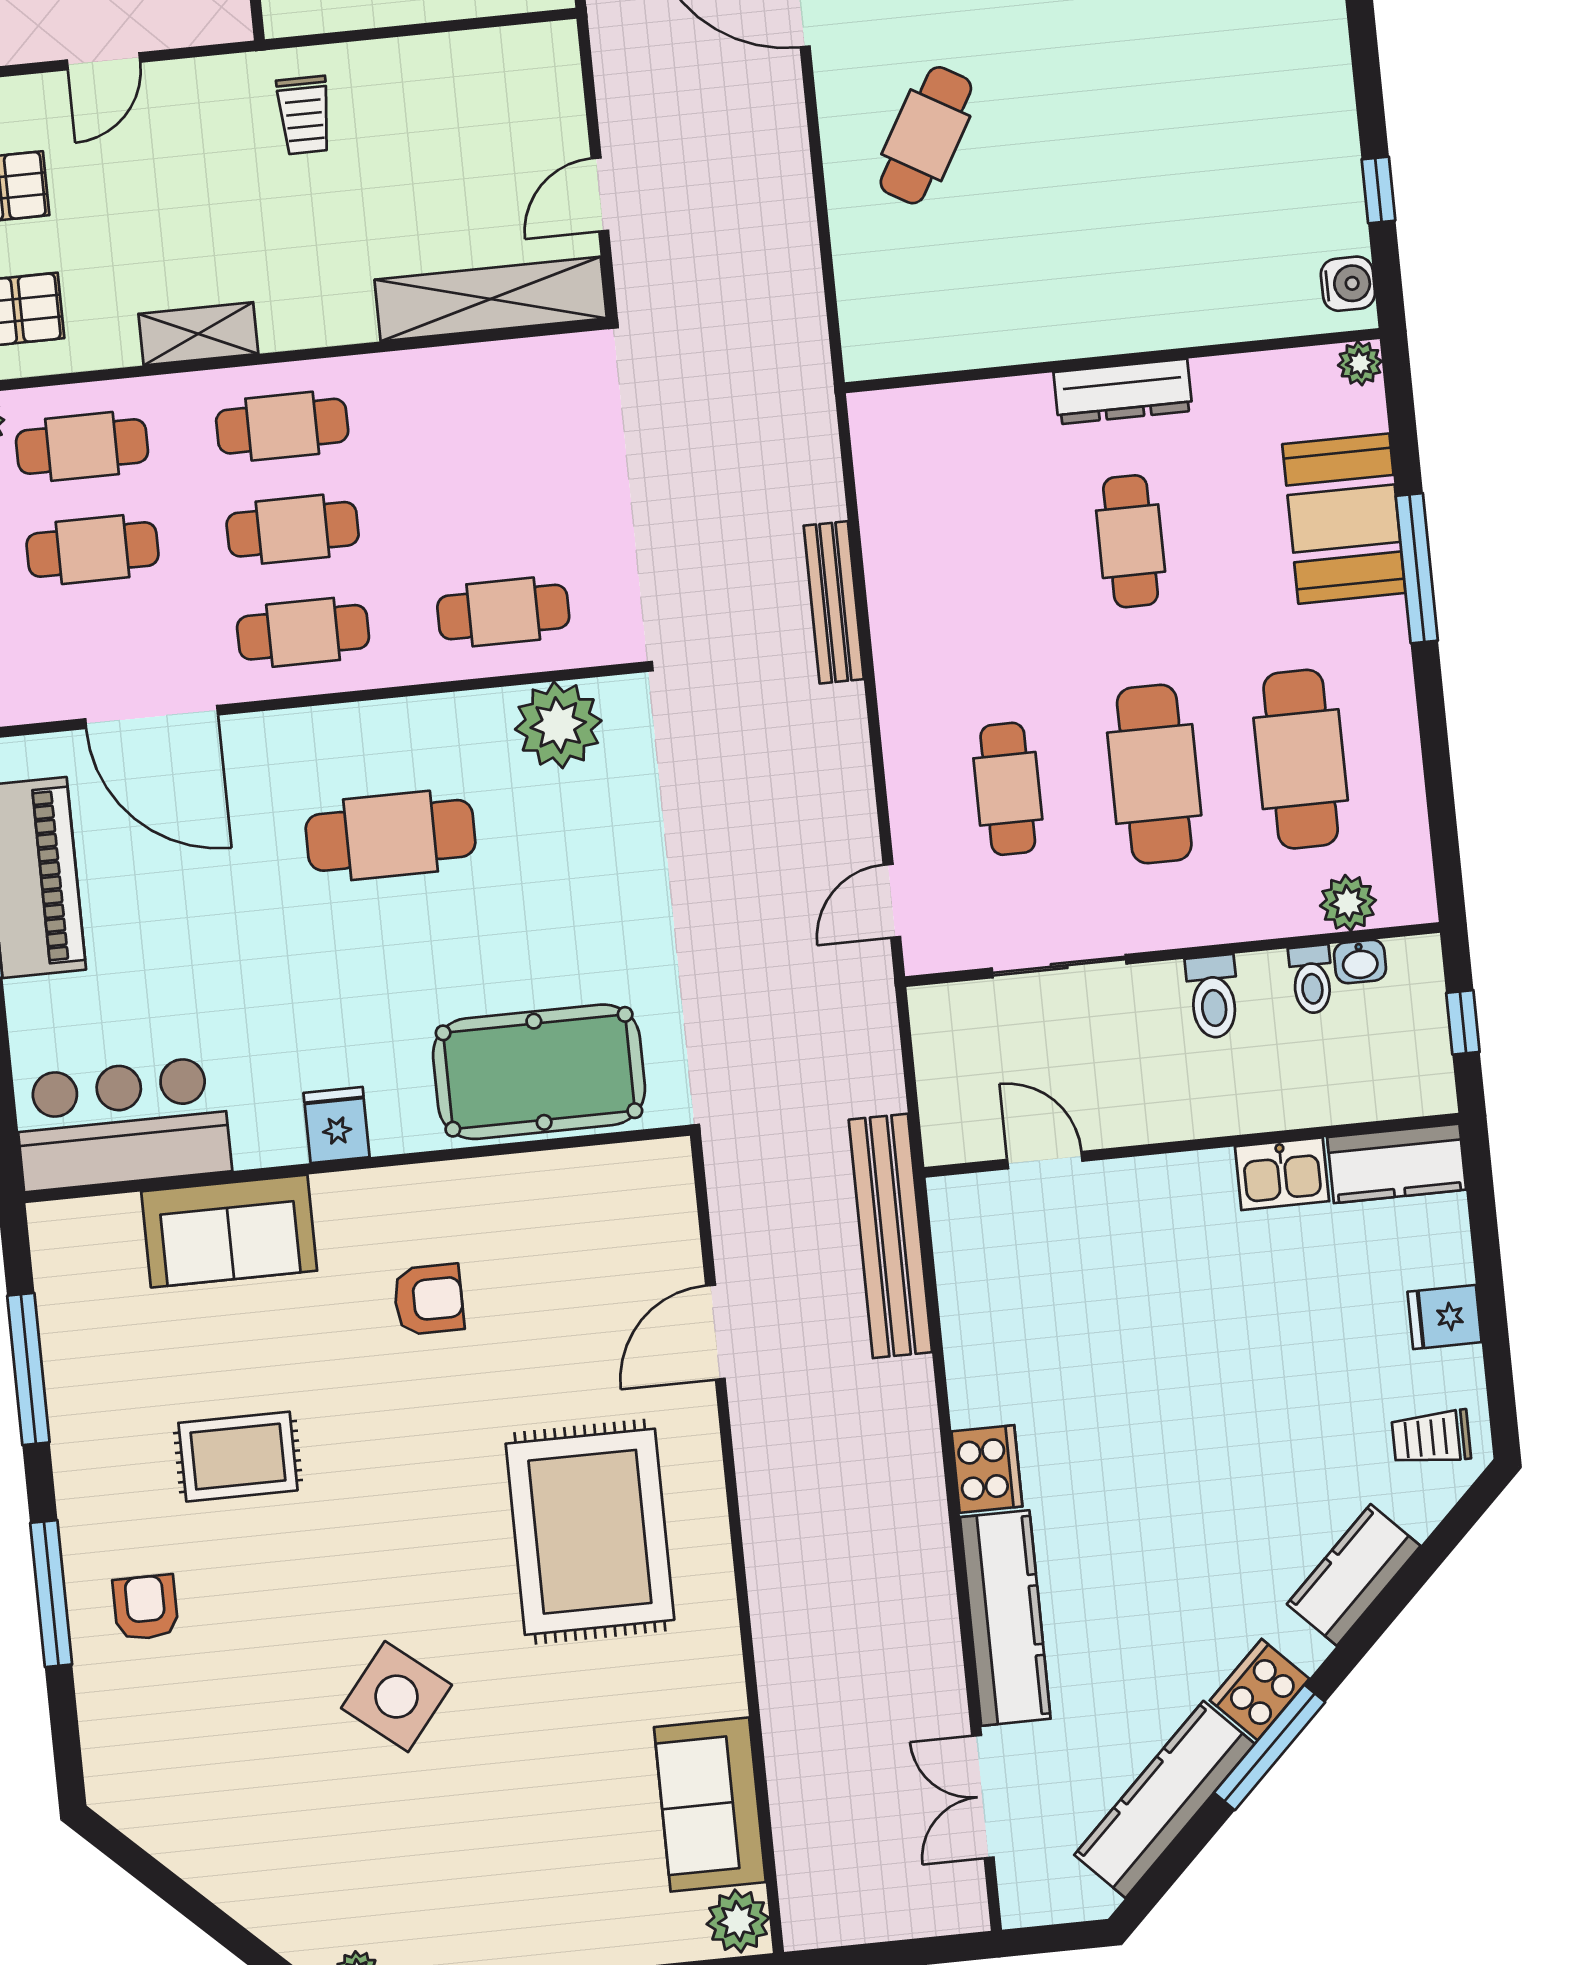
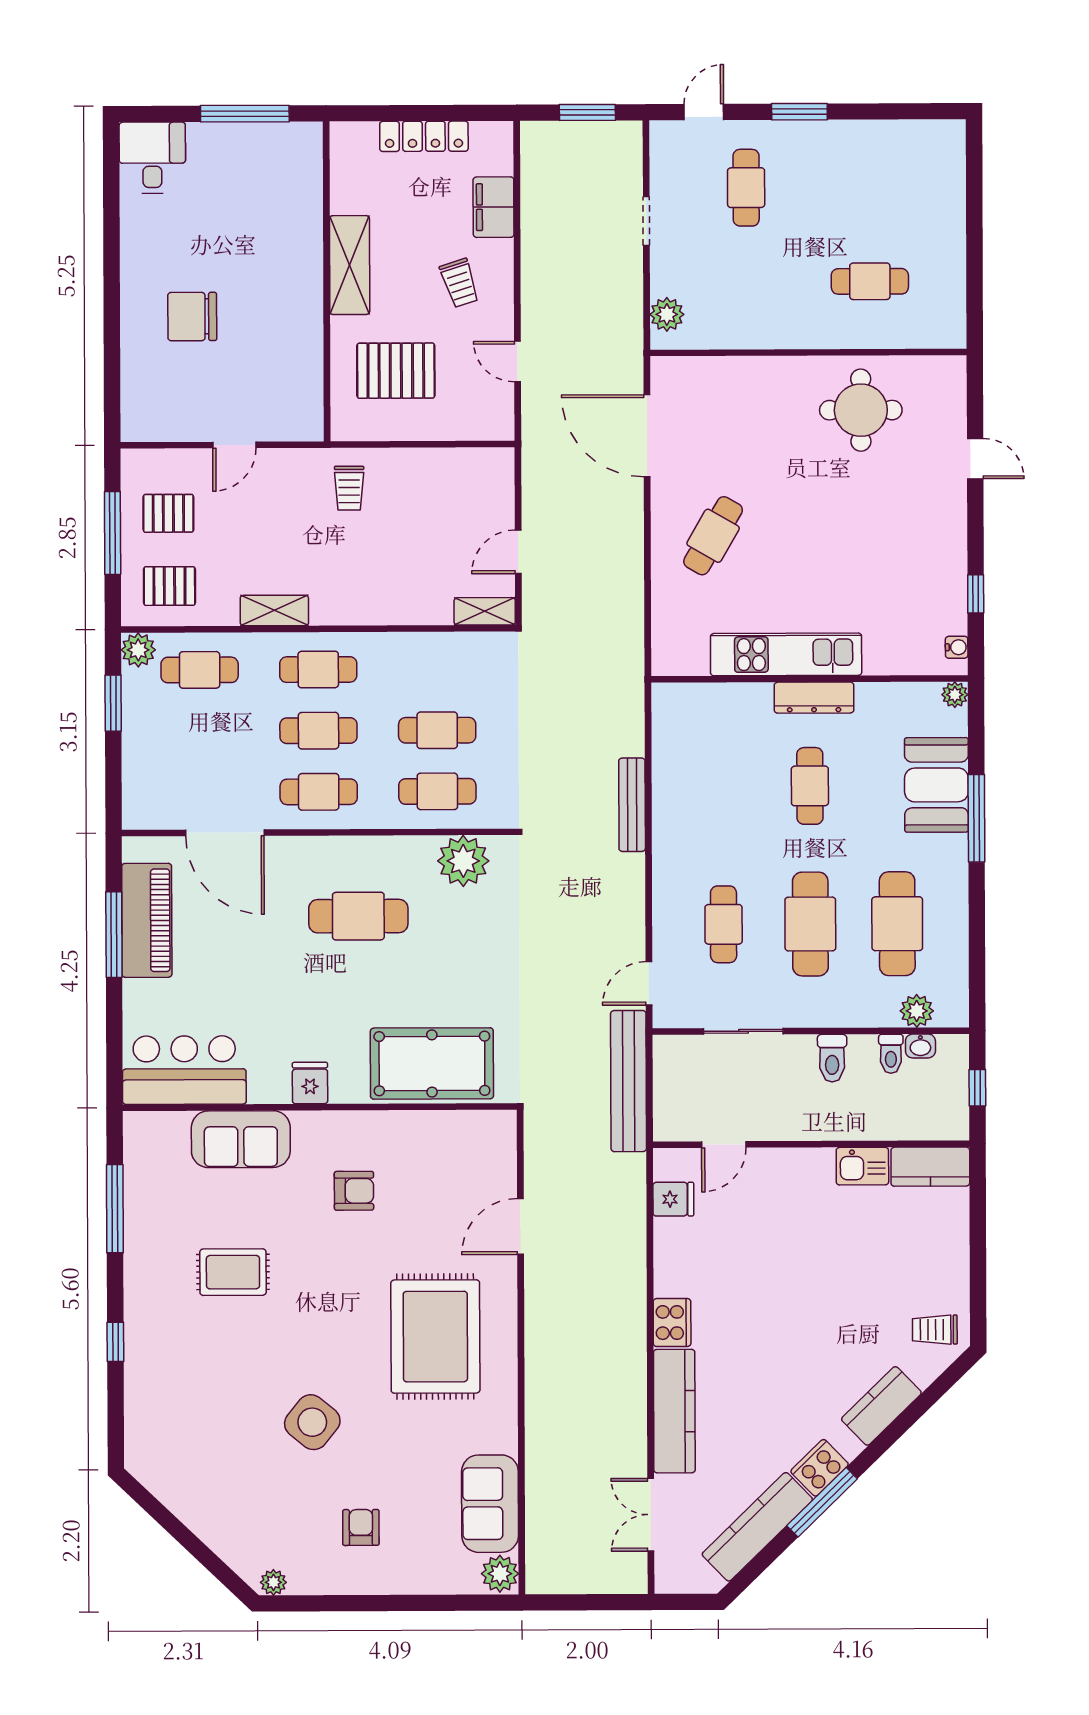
water cooler: (1348, 284) -> (957, 647), width x0.72, depth x0.72
shelving: (491, 299) -> (485, 611), width x0.45, depth x0.75
kitchen unit: (1069, 323) -> (786, 654), added
cafe table: (92, 550) -> (437, 730), moved
door: (1045, 1160) -> (724, 1145), swing flipped
bench: (890, 1236) -> (628, 1081), moved
fridge: (1445, 1317) -> (673, 1199), moved, turned 180
window: (51, 1594) -> (115, 1342), width x0.46
armchair: (146, 1607) -> (361, 1527), moved

